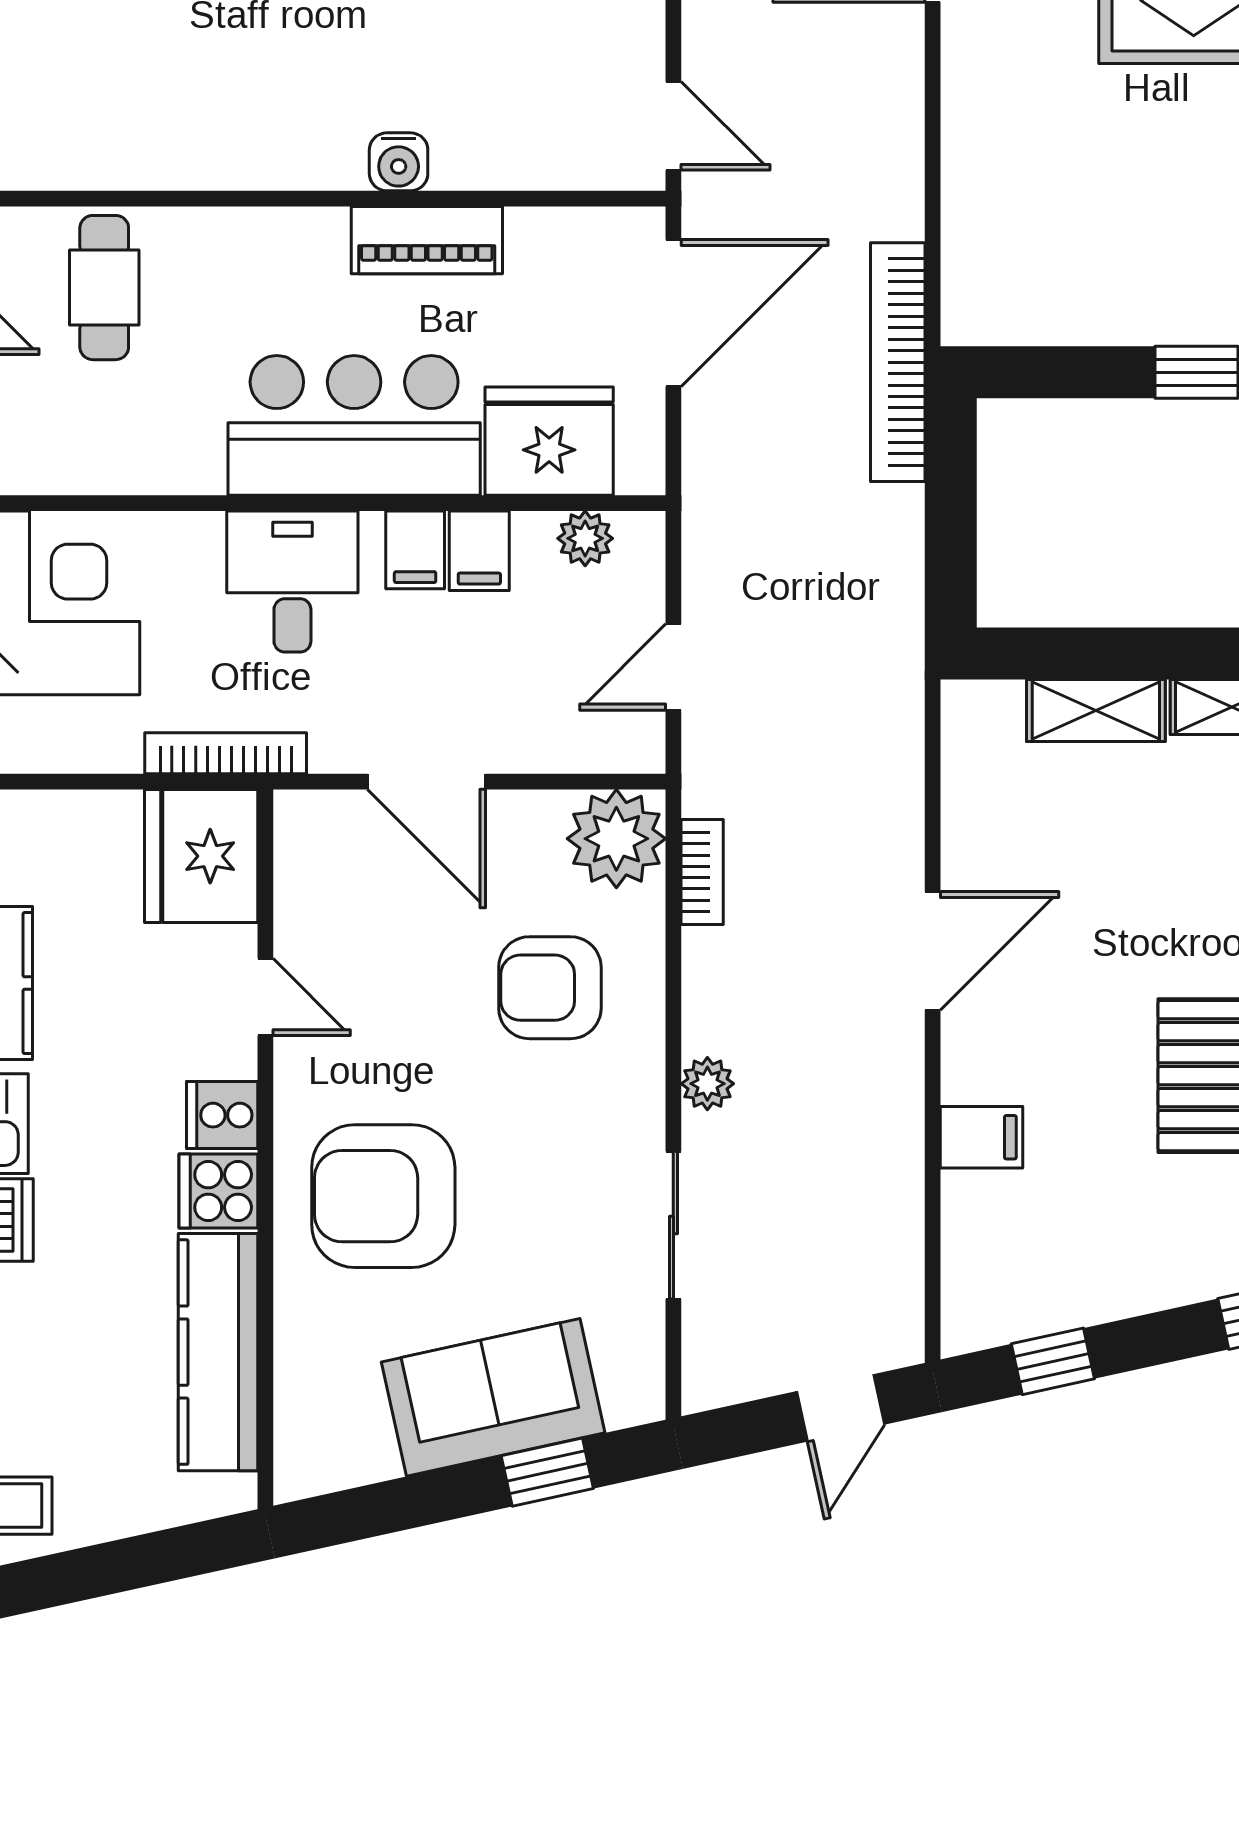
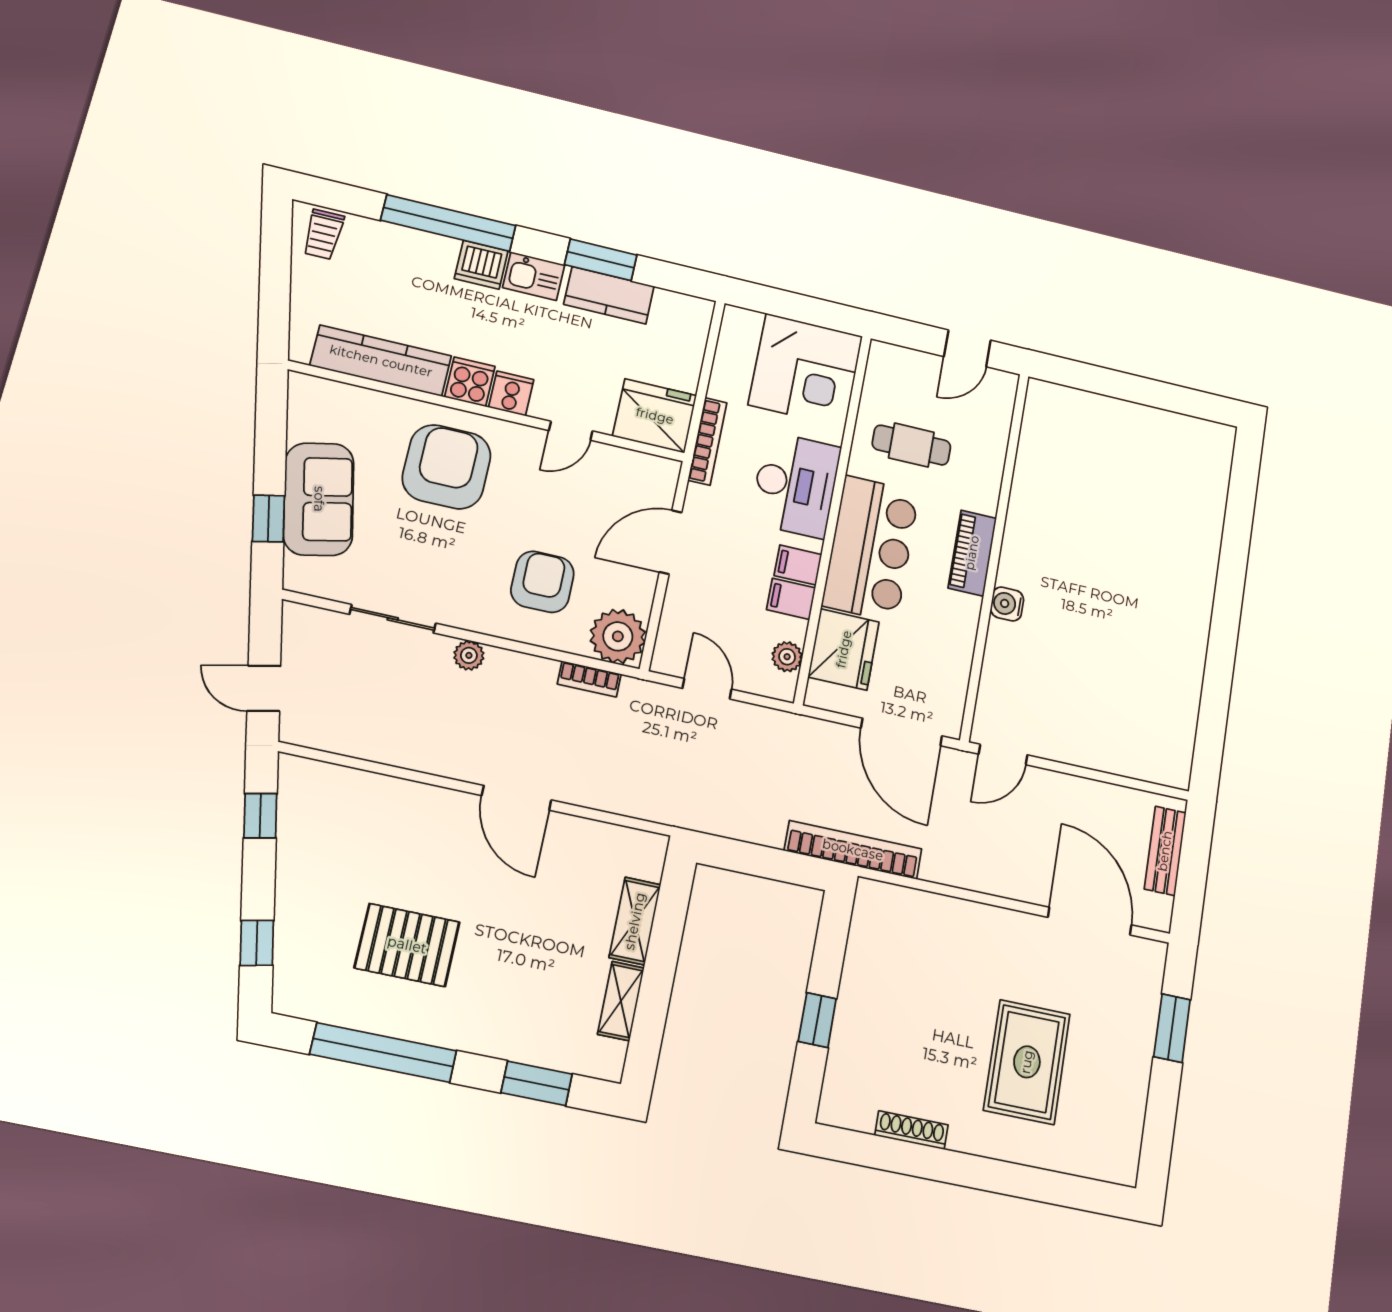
piano: (427, 240) -> (972, 553), moved
cafe table: (104, 288) -> (911, 445), moved
desk: (292, 582) -> (795, 485), width x1.37
filing cabinet: (982, 1137) -> (402, 803), removed

